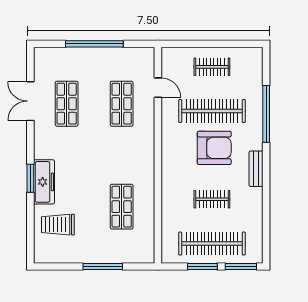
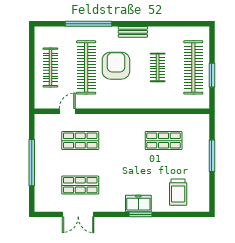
clothes rail: (212, 67) -> (50, 67), width x1.36
freezer: (44, 182) -> (138, 203), width x0.71
window: (241, 267) -> (212, 44), removed

